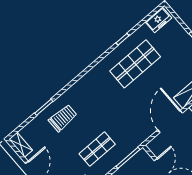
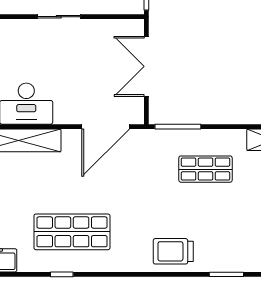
trolley: (63, 118) -> (173, 251), moved
door: (170, 121) -> (106, 127), moved

